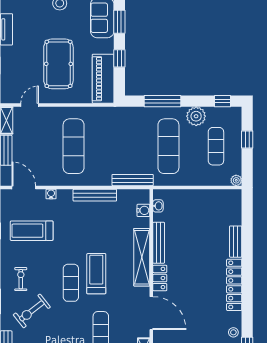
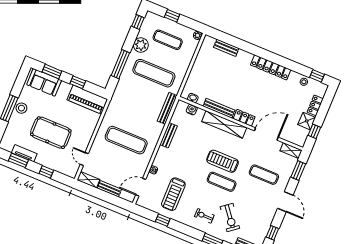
pool table: (58, 64) -> (51, 133), moved
bench: (95, 195) -> (169, 135), width x0.73
bench: (236, 242) -> (226, 48), moved

